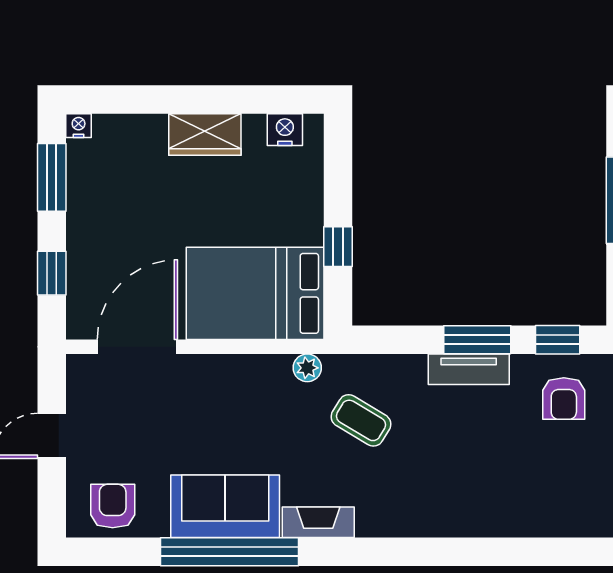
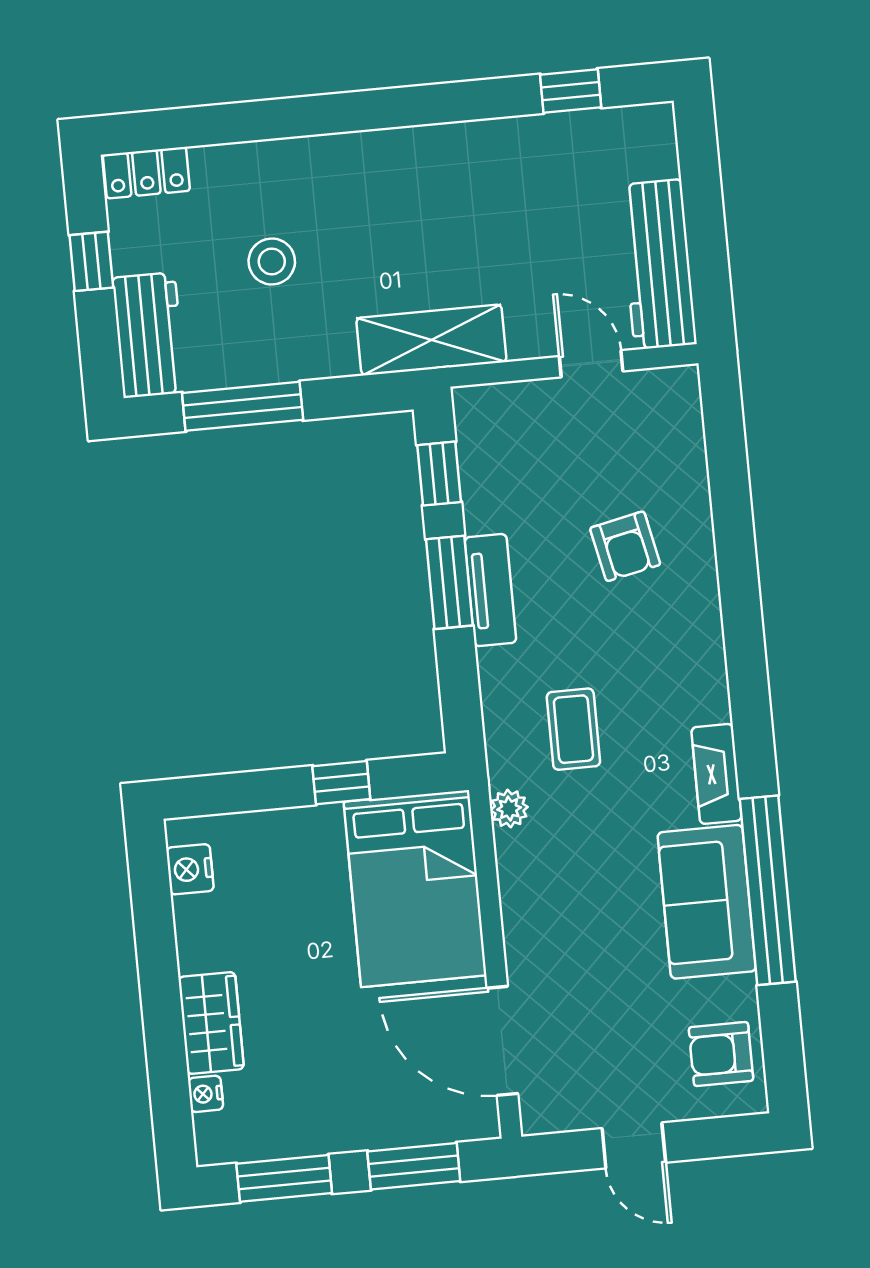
nightstand: (79, 126) -> (206, 1094), moved
wardrobe: (205, 134) -> (211, 1023), moved
window: (52, 273) -> (414, 1166), width x1.50
armchair: (564, 399) -> (625, 546), moved, turned 78
coffee table: (361, 420) -> (573, 729), turned -31

